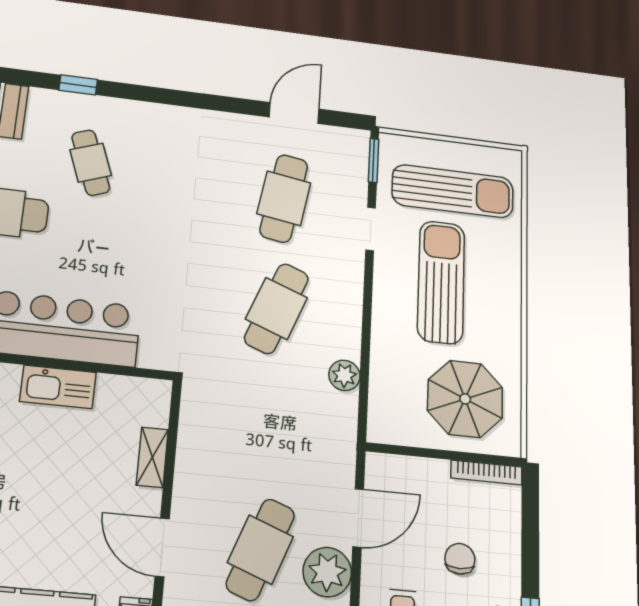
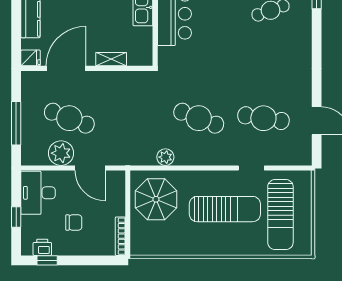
window: (374, 160) -> (293, 168), removed
parasol: (465, 399) -> (156, 199), moved
door: (162, 547) -> (66, 68), width x1.36

